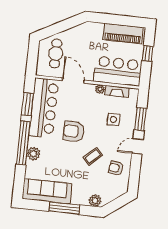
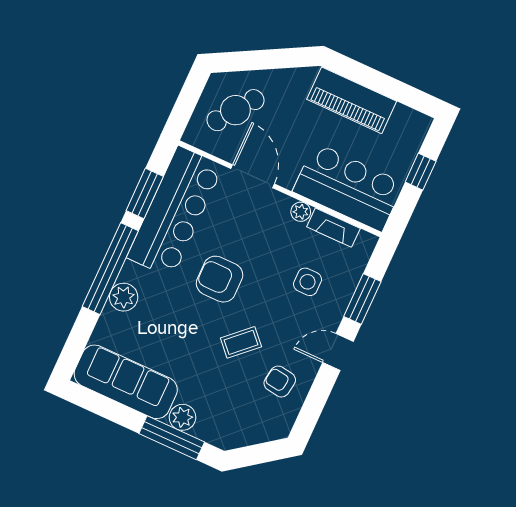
piano: (123, 34) -> (352, 100), moved
cafe table: (56, 53) -> (235, 110), turned 36
plant: (95, 201) -> (182, 417), moved
window: (64, 208) -> (172, 438), moved

